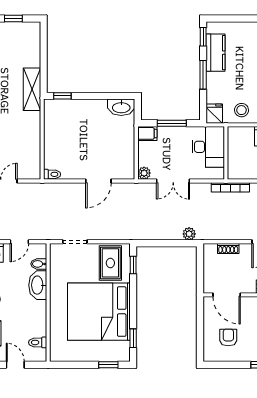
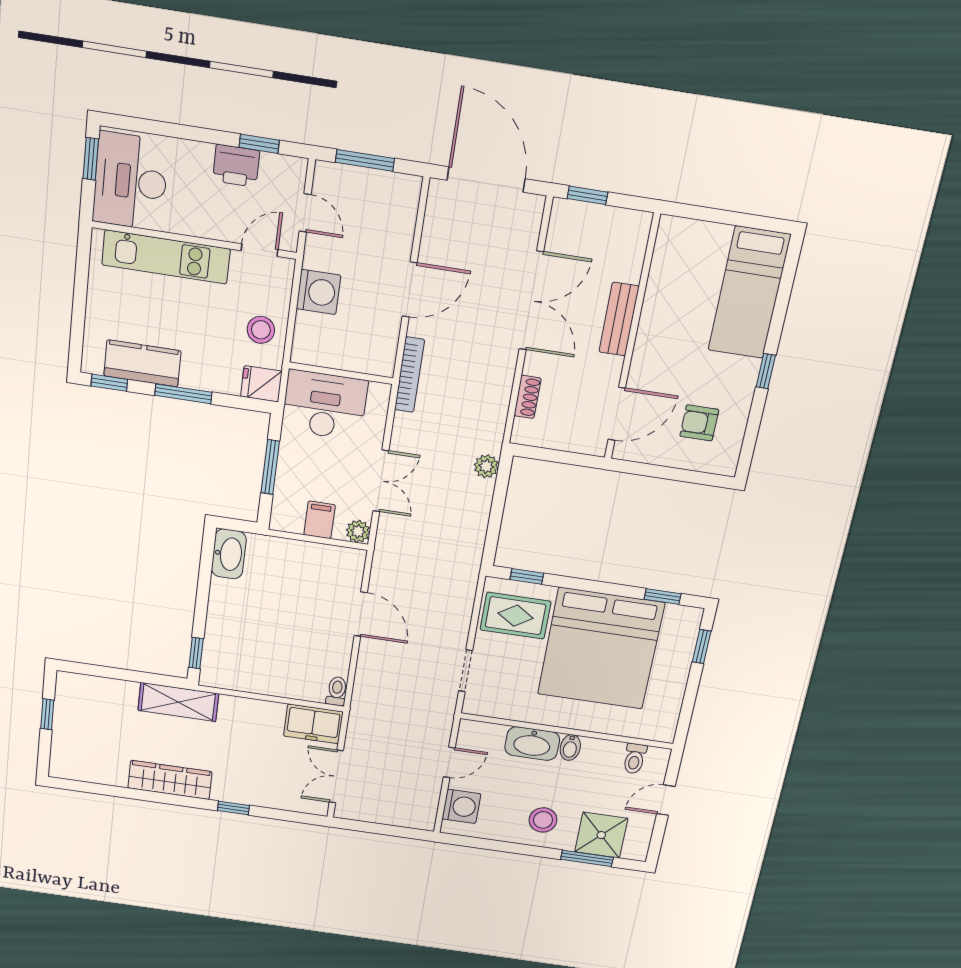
filing cabinet: (147, 133) -> (320, 520), moved
freezer: (31, 164) -> (313, 724), added
door: (19, 242) -> (449, 762), hinge flipped
bidet: (39, 264) -> (570, 747), moved

